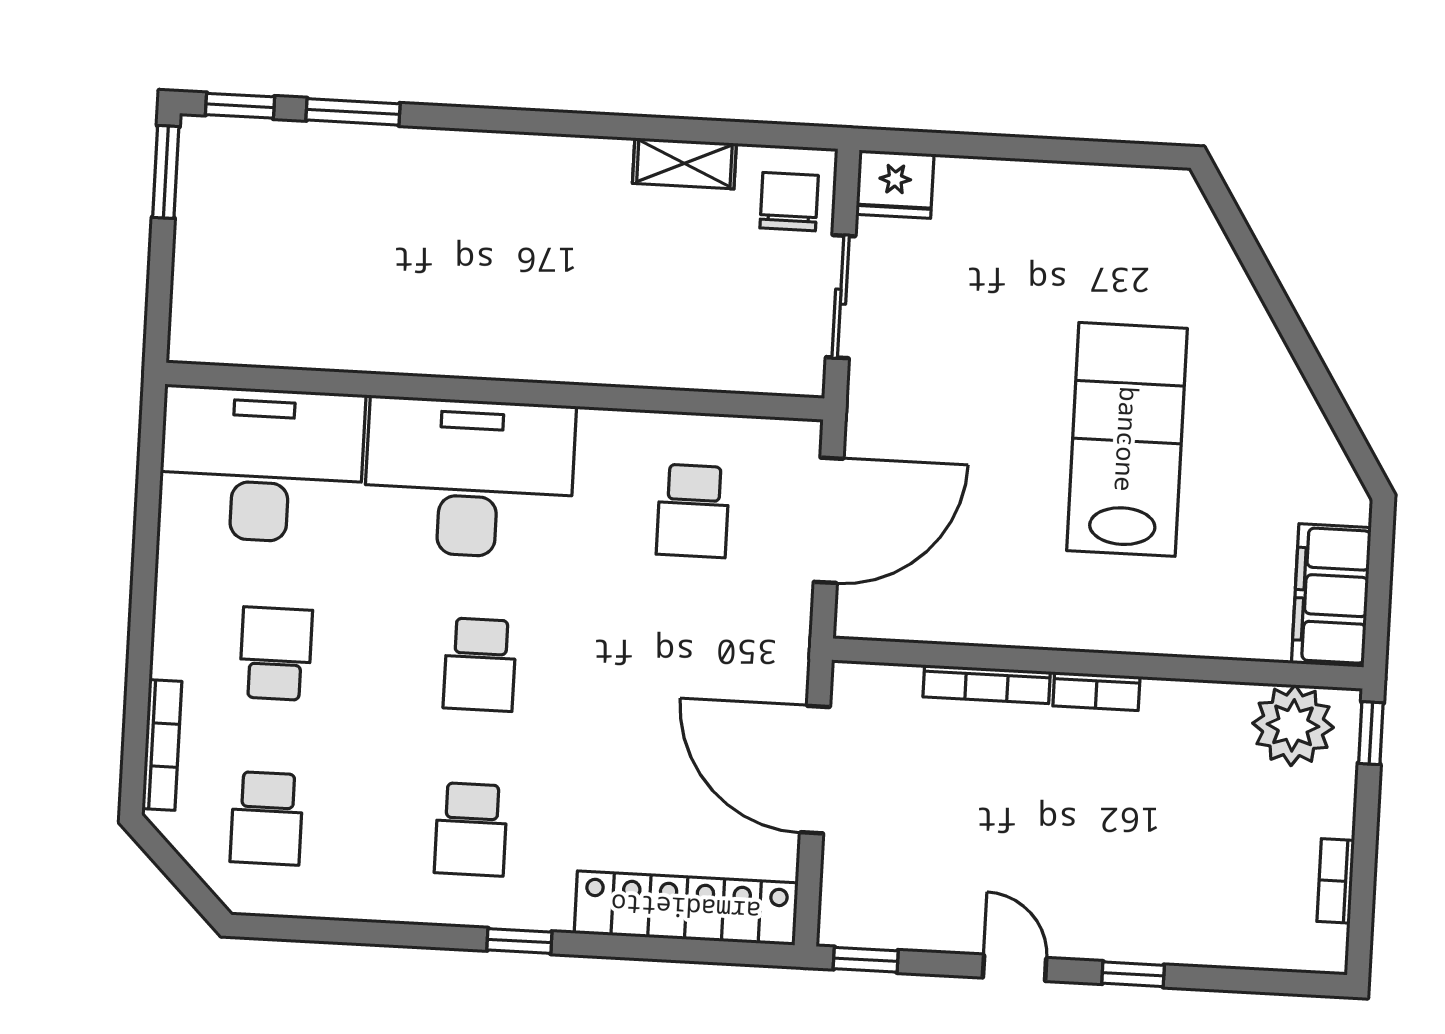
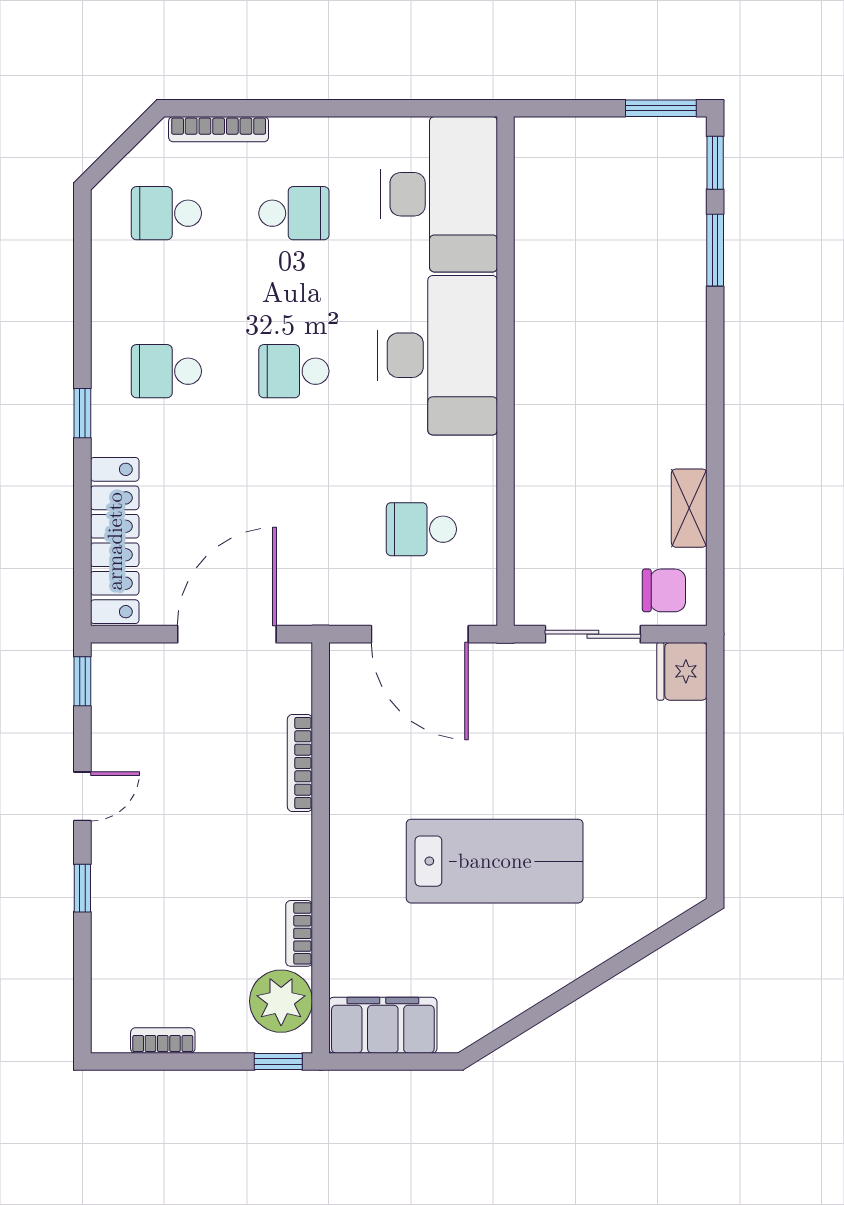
bookcase: (1096, 691) -> (299, 933), moved

